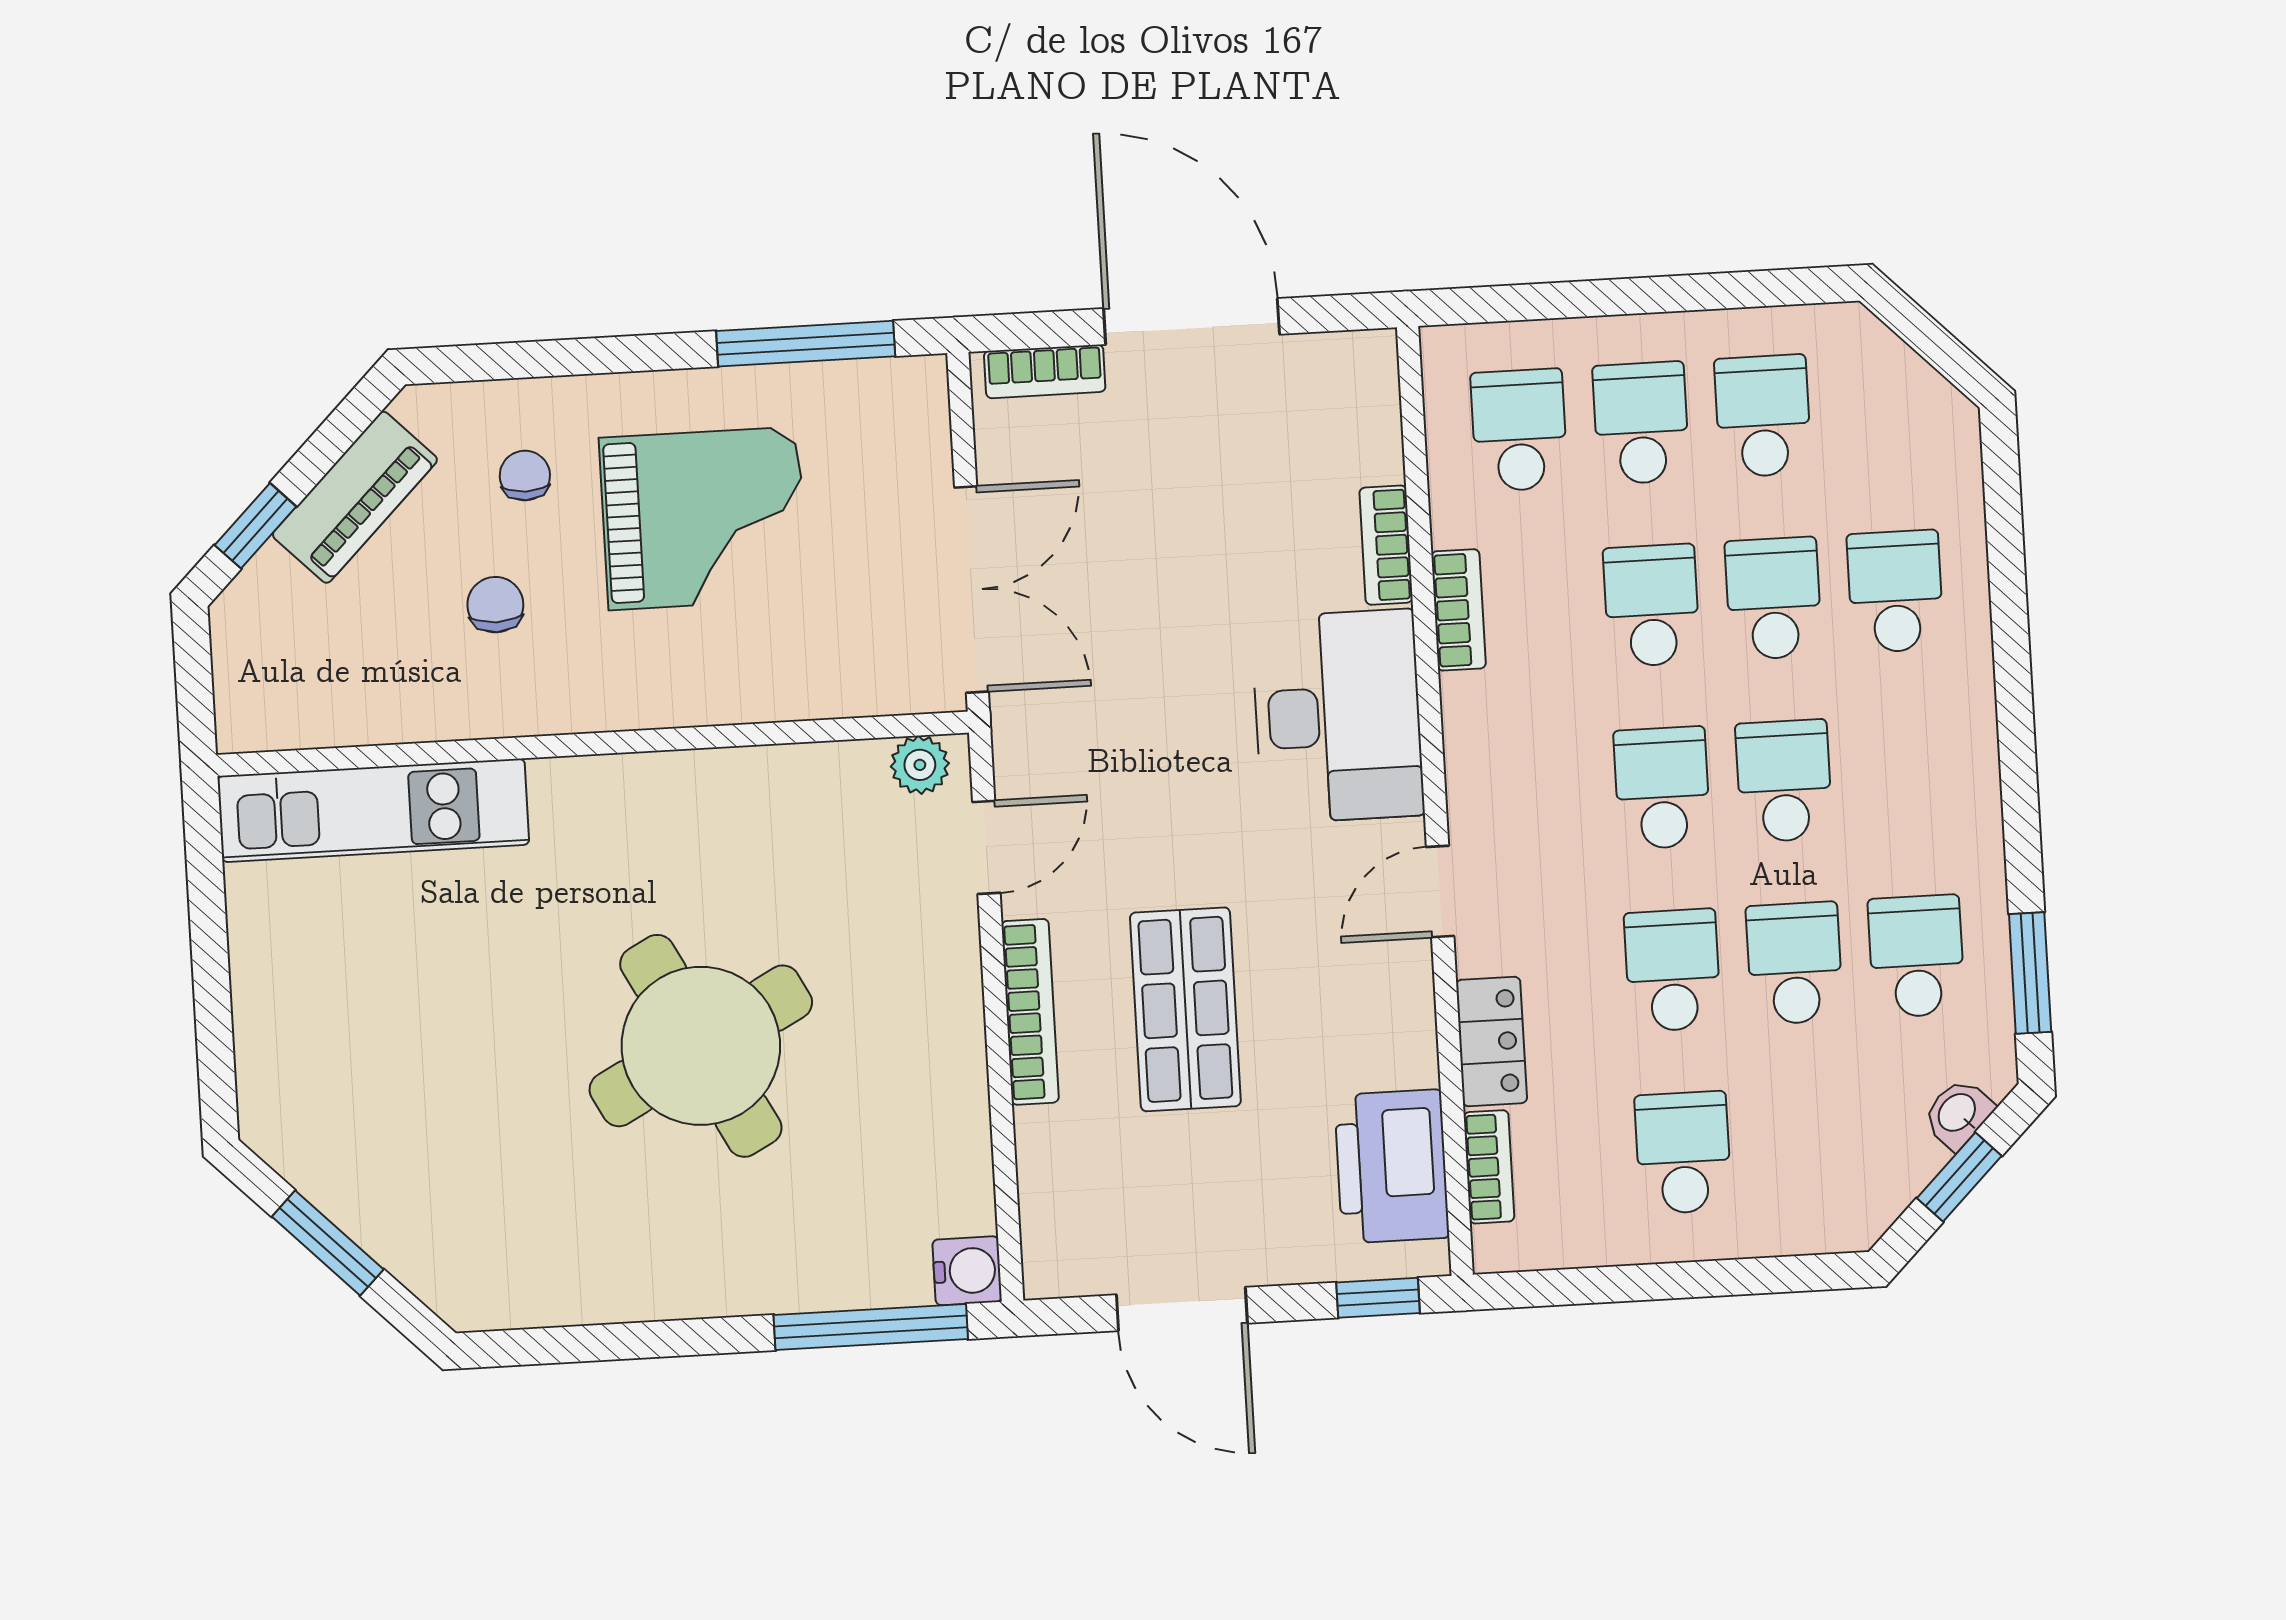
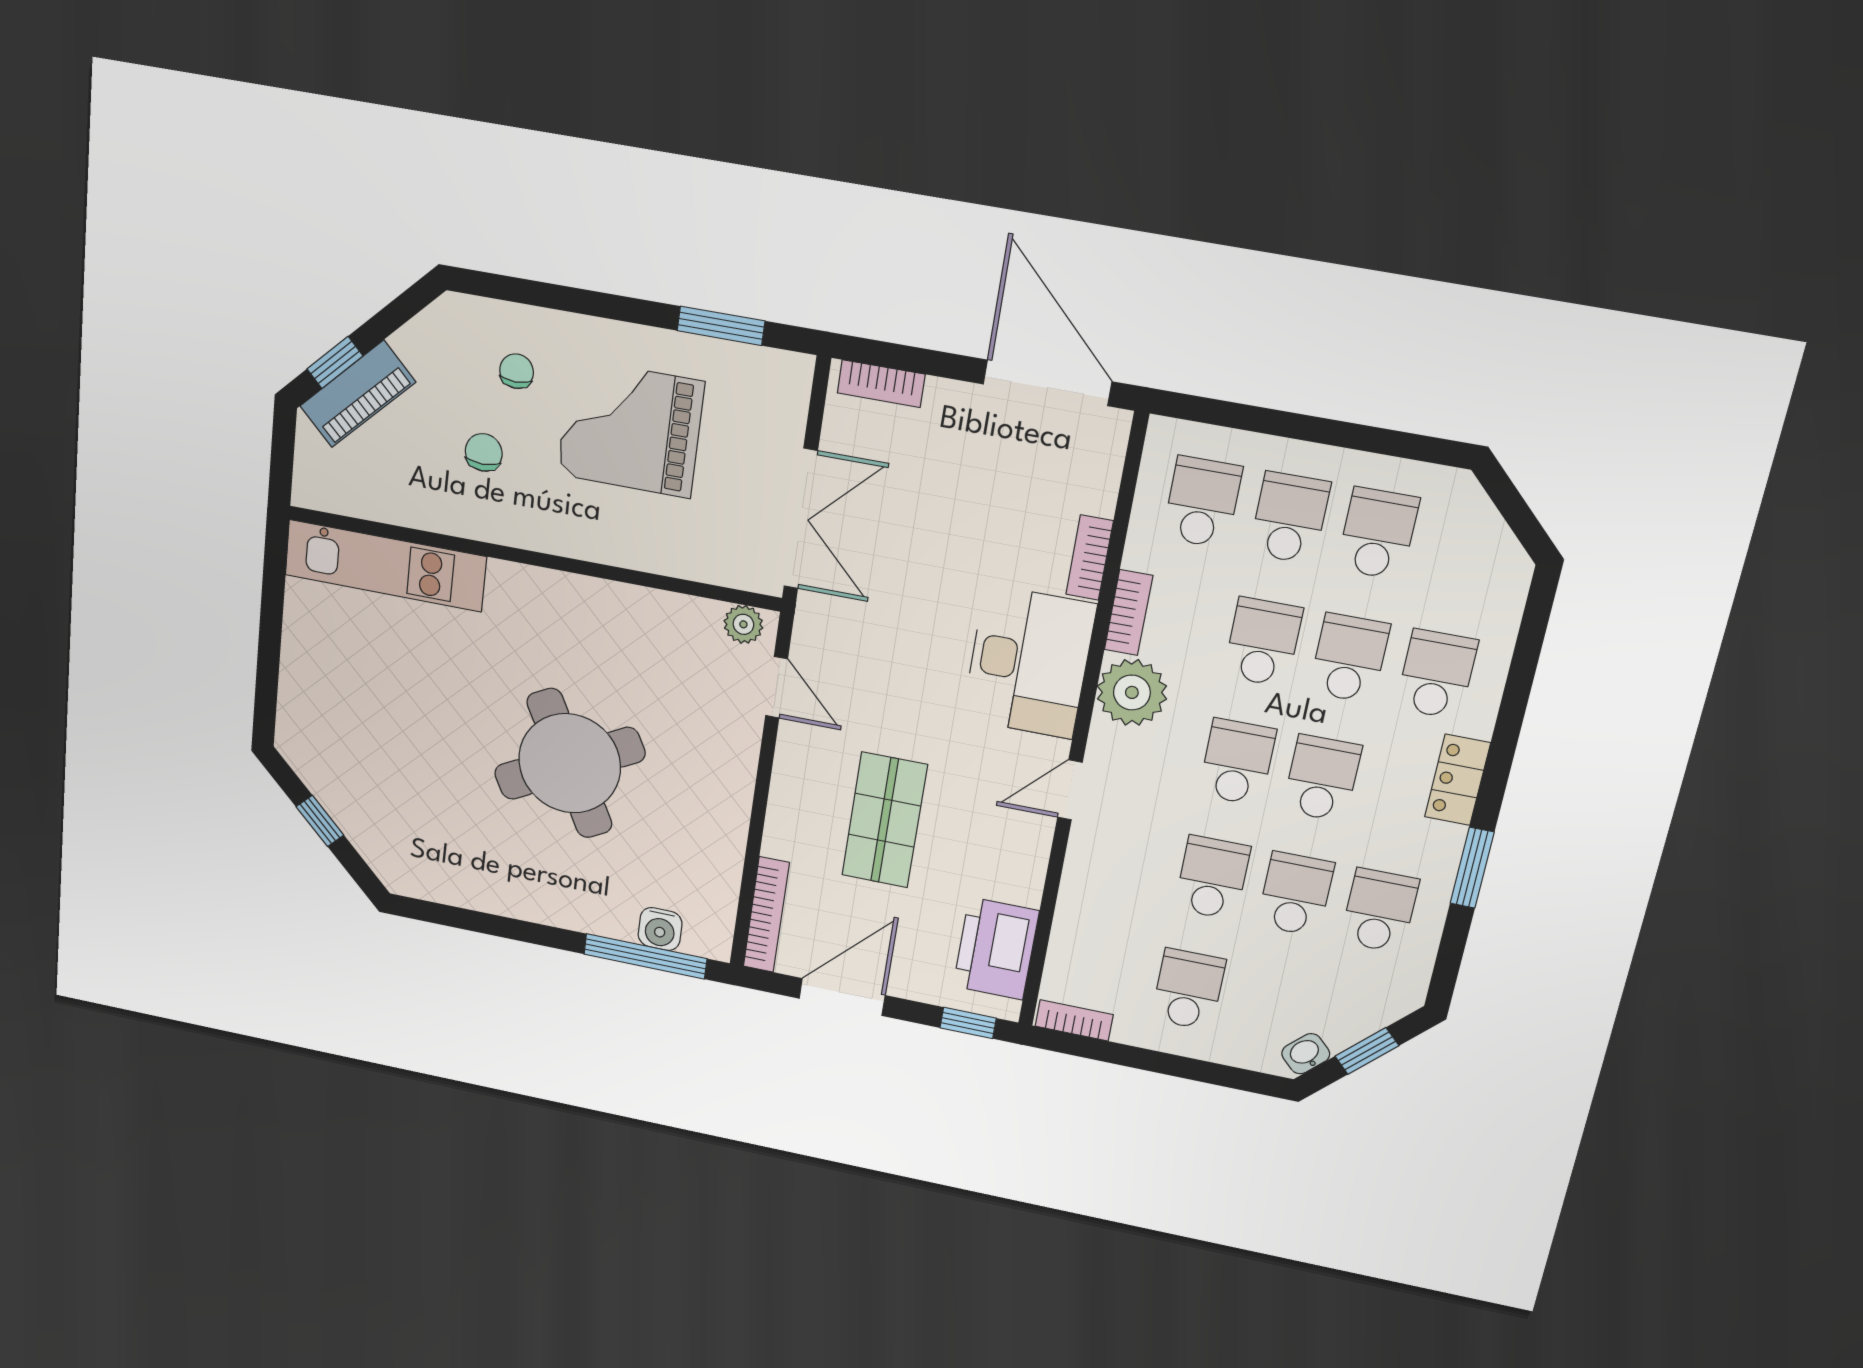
door: (1192, 321) -> (1047, 383), moved
window: (806, 344) -> (721, 326), width x0.69
piano: (355, 497) -> (358, 394), moved
grand piano: (703, 518) -> (630, 428), turned 180
plant: (1491, 724) -> (1132, 692), added
door: (986, 847) -> (776, 687), hinge flipped
window: (2030, 973) -> (1472, 868), moved
bookcase: (1030, 1012) -> (766, 915), moved
locker: (1491, 1041) -> (1458, 780), moved, turned 180
washbasin: (1958, 1113) -> (1306, 1054), moved
bookcase: (1489, 1167) -> (1074, 1020), moved, turned -90
window: (328, 1243) -> (320, 821), width x0.67
water cooler: (967, 1271) -> (660, 929), moved, turned 90
door: (1182, 1309) -> (842, 997), swing flipped

